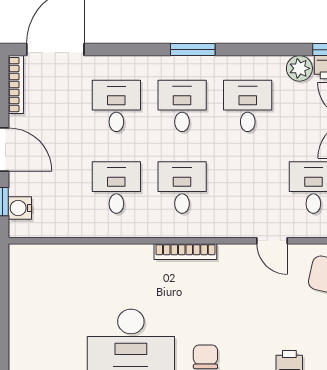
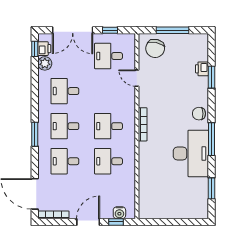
window: (193, 50) -> (35, 134), moved
door: (272, 241) -> (137, 78), swing flipped

